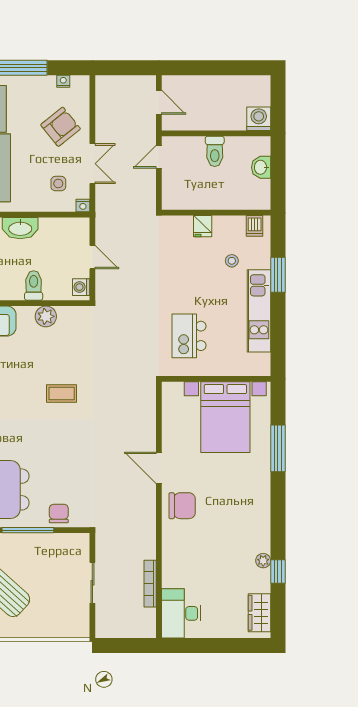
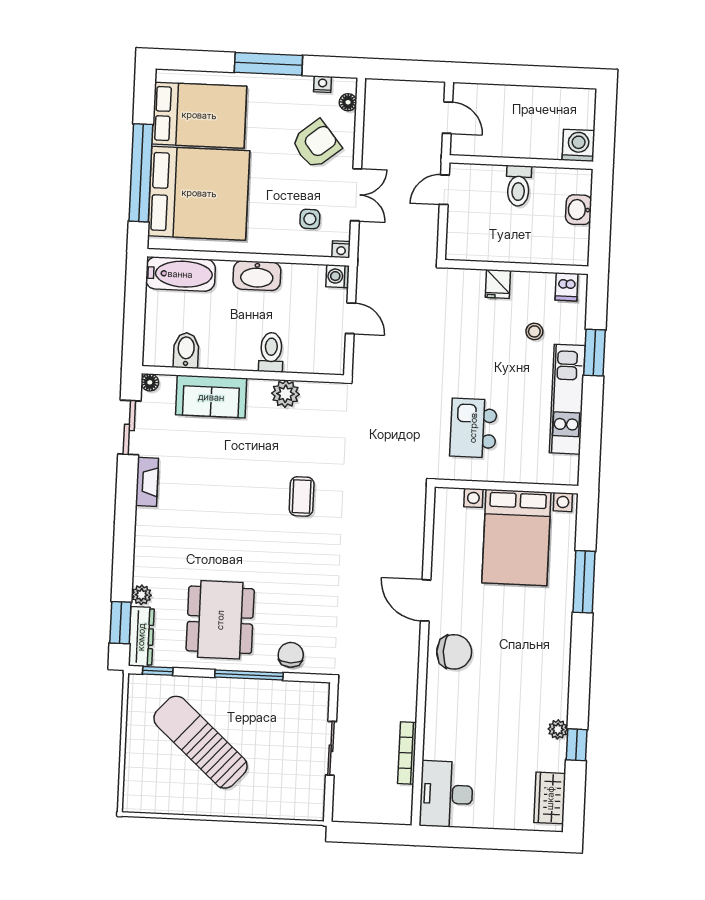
floor lamp: (83, 94) -> (348, 102), added
washing machine: (81, 287) -> (338, 276), moved
coffee table: (62, 393) -> (302, 496), turned 90

